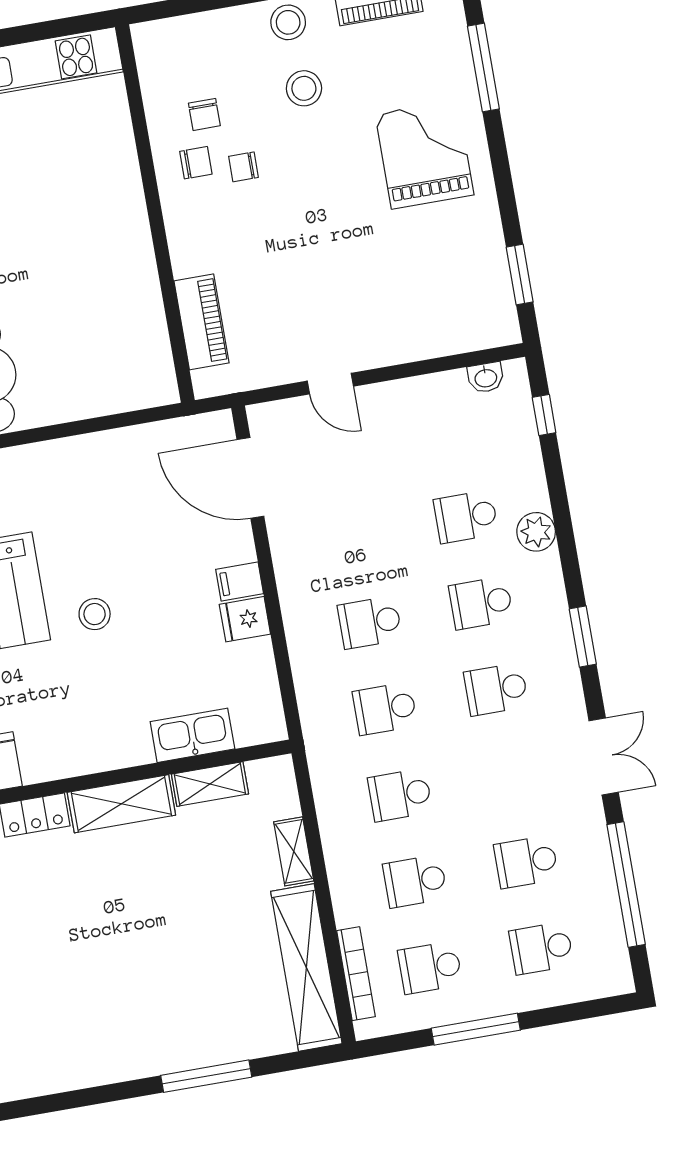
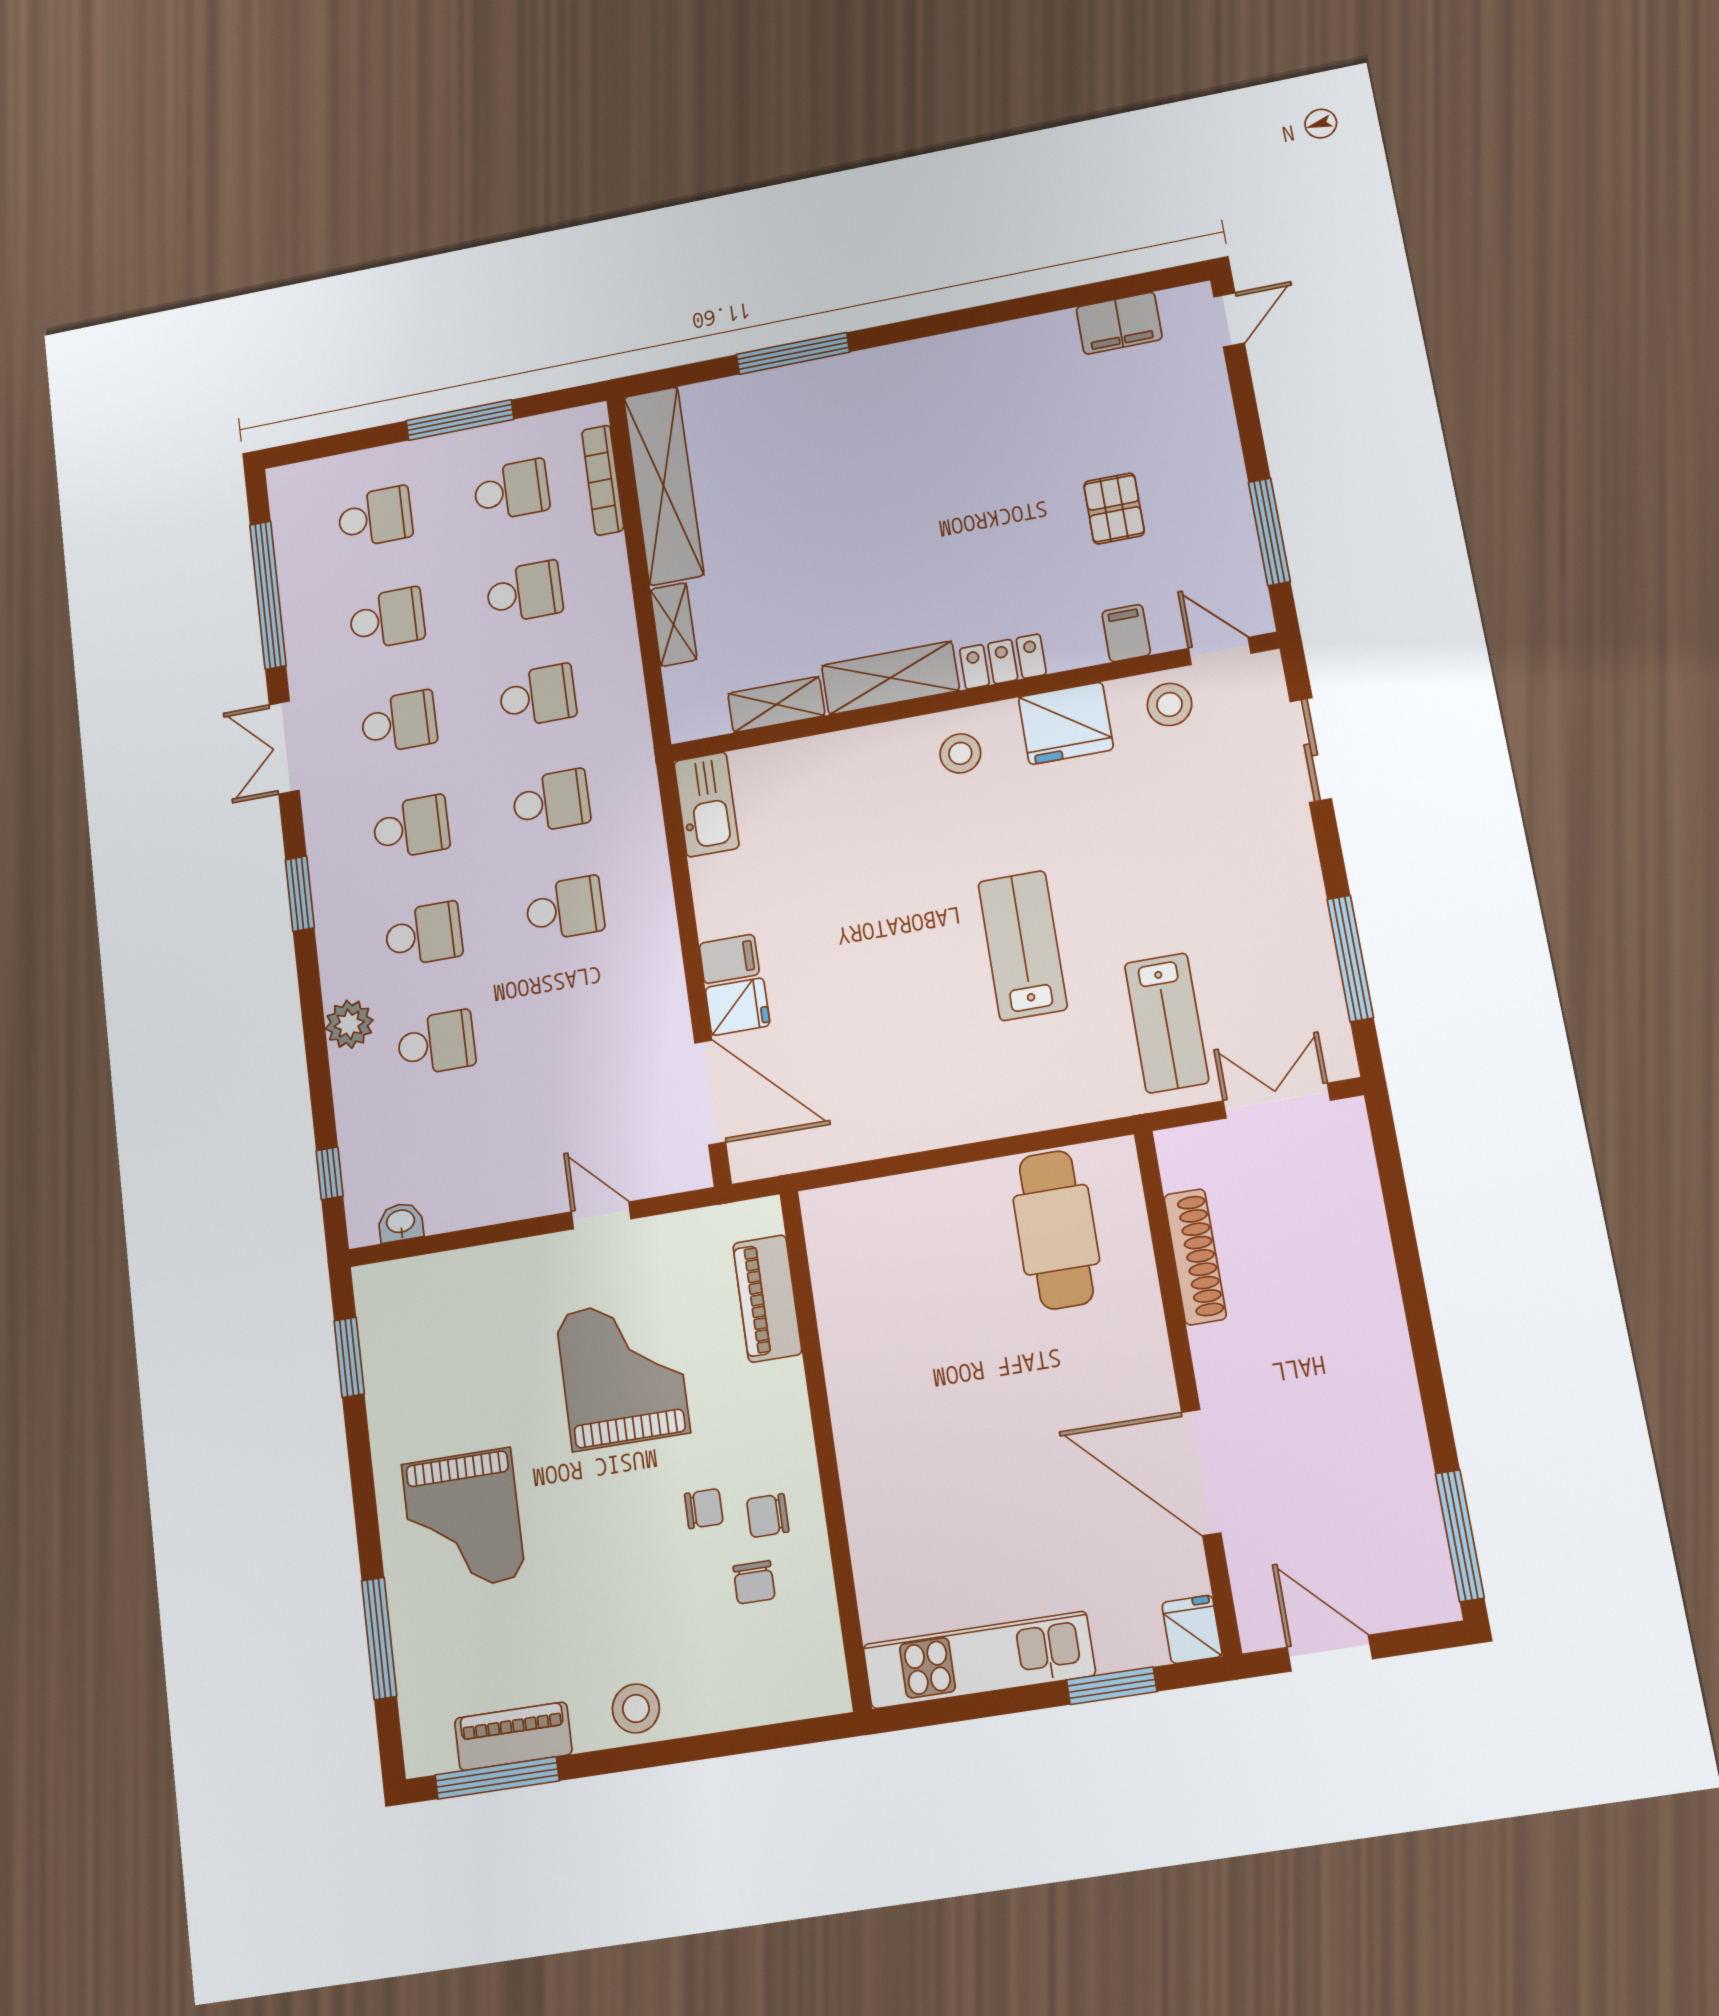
stool: (304, 88) -> (618, 1615), removed
chair: (204, 114) -> (754, 1582), turned 180
grand piano: (309, 265) -> (623, 1373), added
stool: (95, 614) -> (960, 753), moved
fridge: (245, 619) -> (737, 1007), moved
kitchen sink: (192, 735) -> (707, 804), moved, turned -90
school desk: (511, 776) -> (399, 722), added

